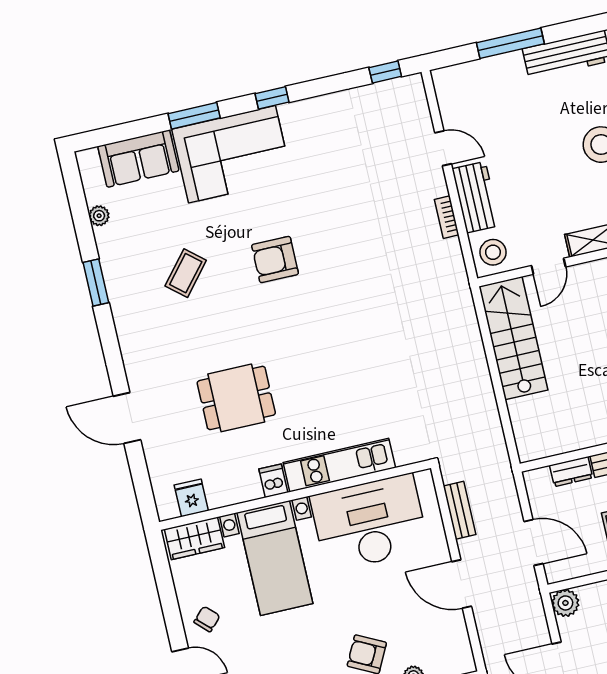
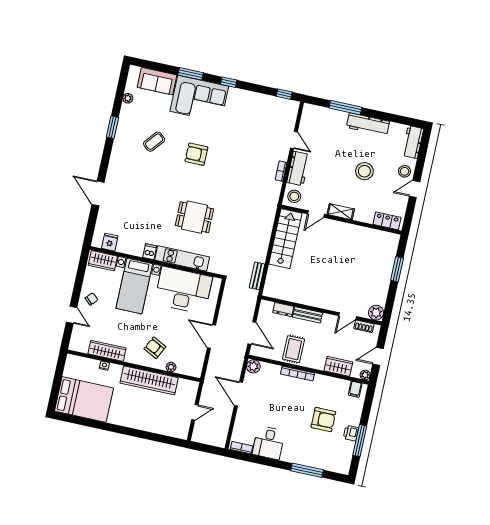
dining table: (236, 398) -> (194, 217), moved
bench: (460, 510) -> (257, 276), moved

